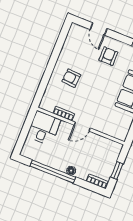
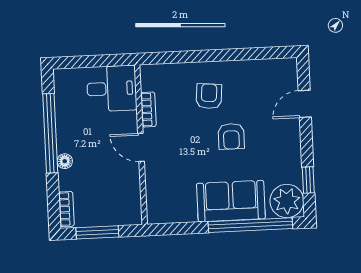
armchair: (108, 56) -> (231, 136), moved, turned 90
window: (117, 170) -> (97, 232), width x1.50

